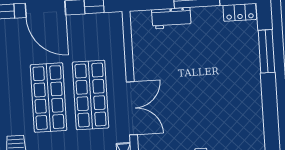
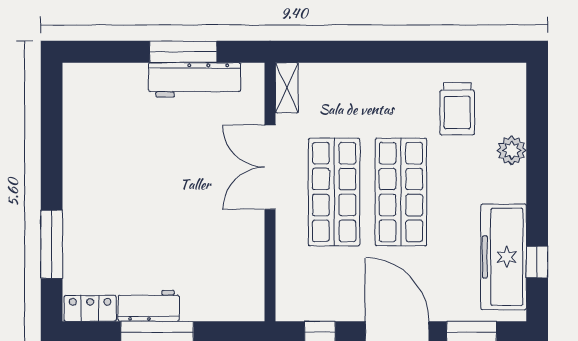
workbench: (171, 18) -> (149, 306), moved

